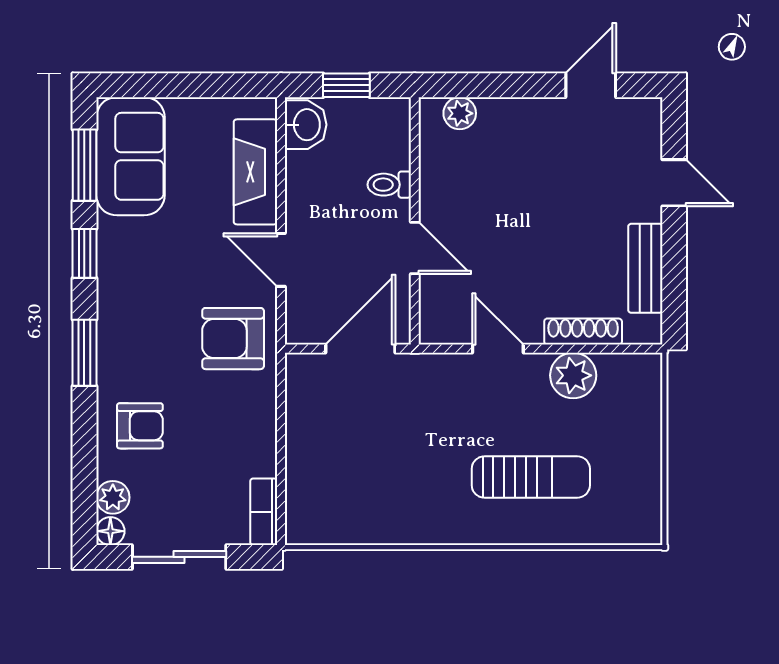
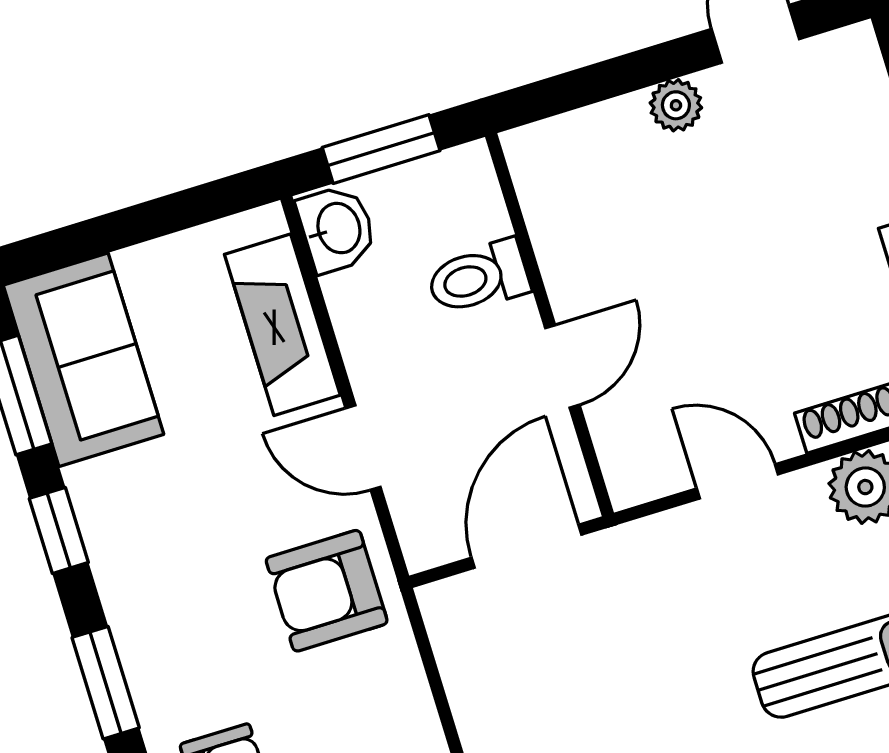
window: (346, 85) -> (381, 149), width x1.50
plant: (460, 113) -> (676, 105), moved
toilet: (389, 185) -> (478, 278), width x1.37, depth x1.39
door: (415, 248) -> (562, 366), hinge flipped

